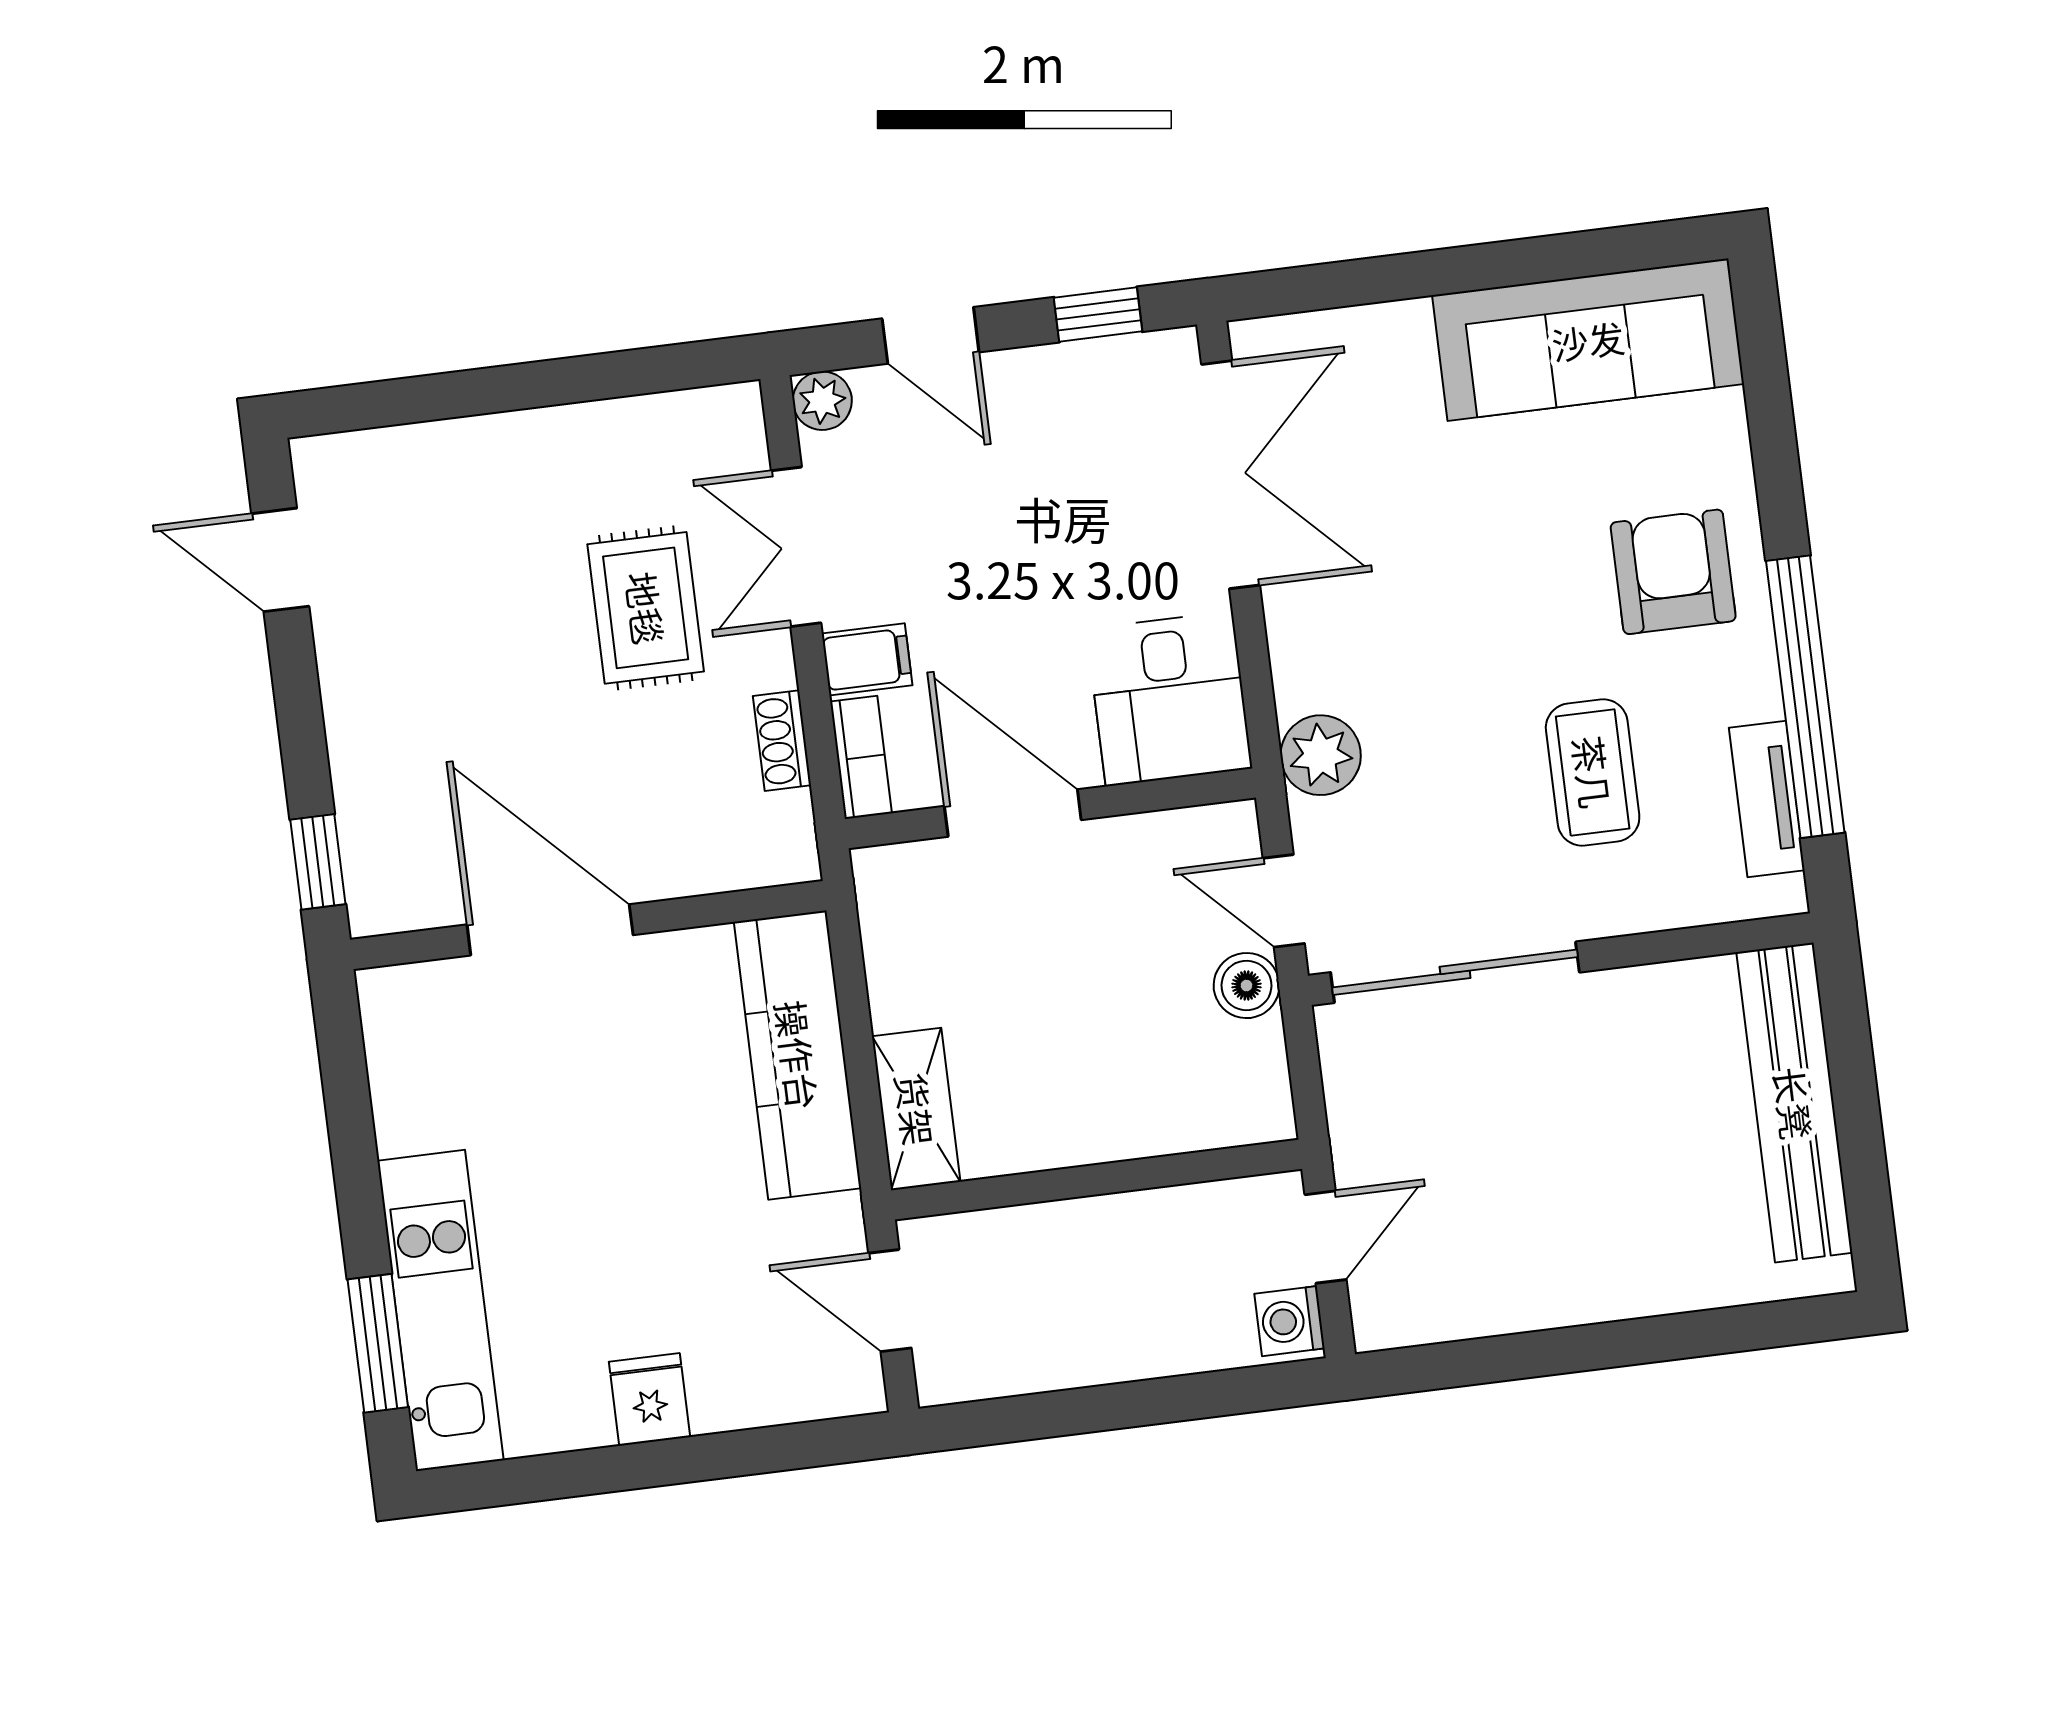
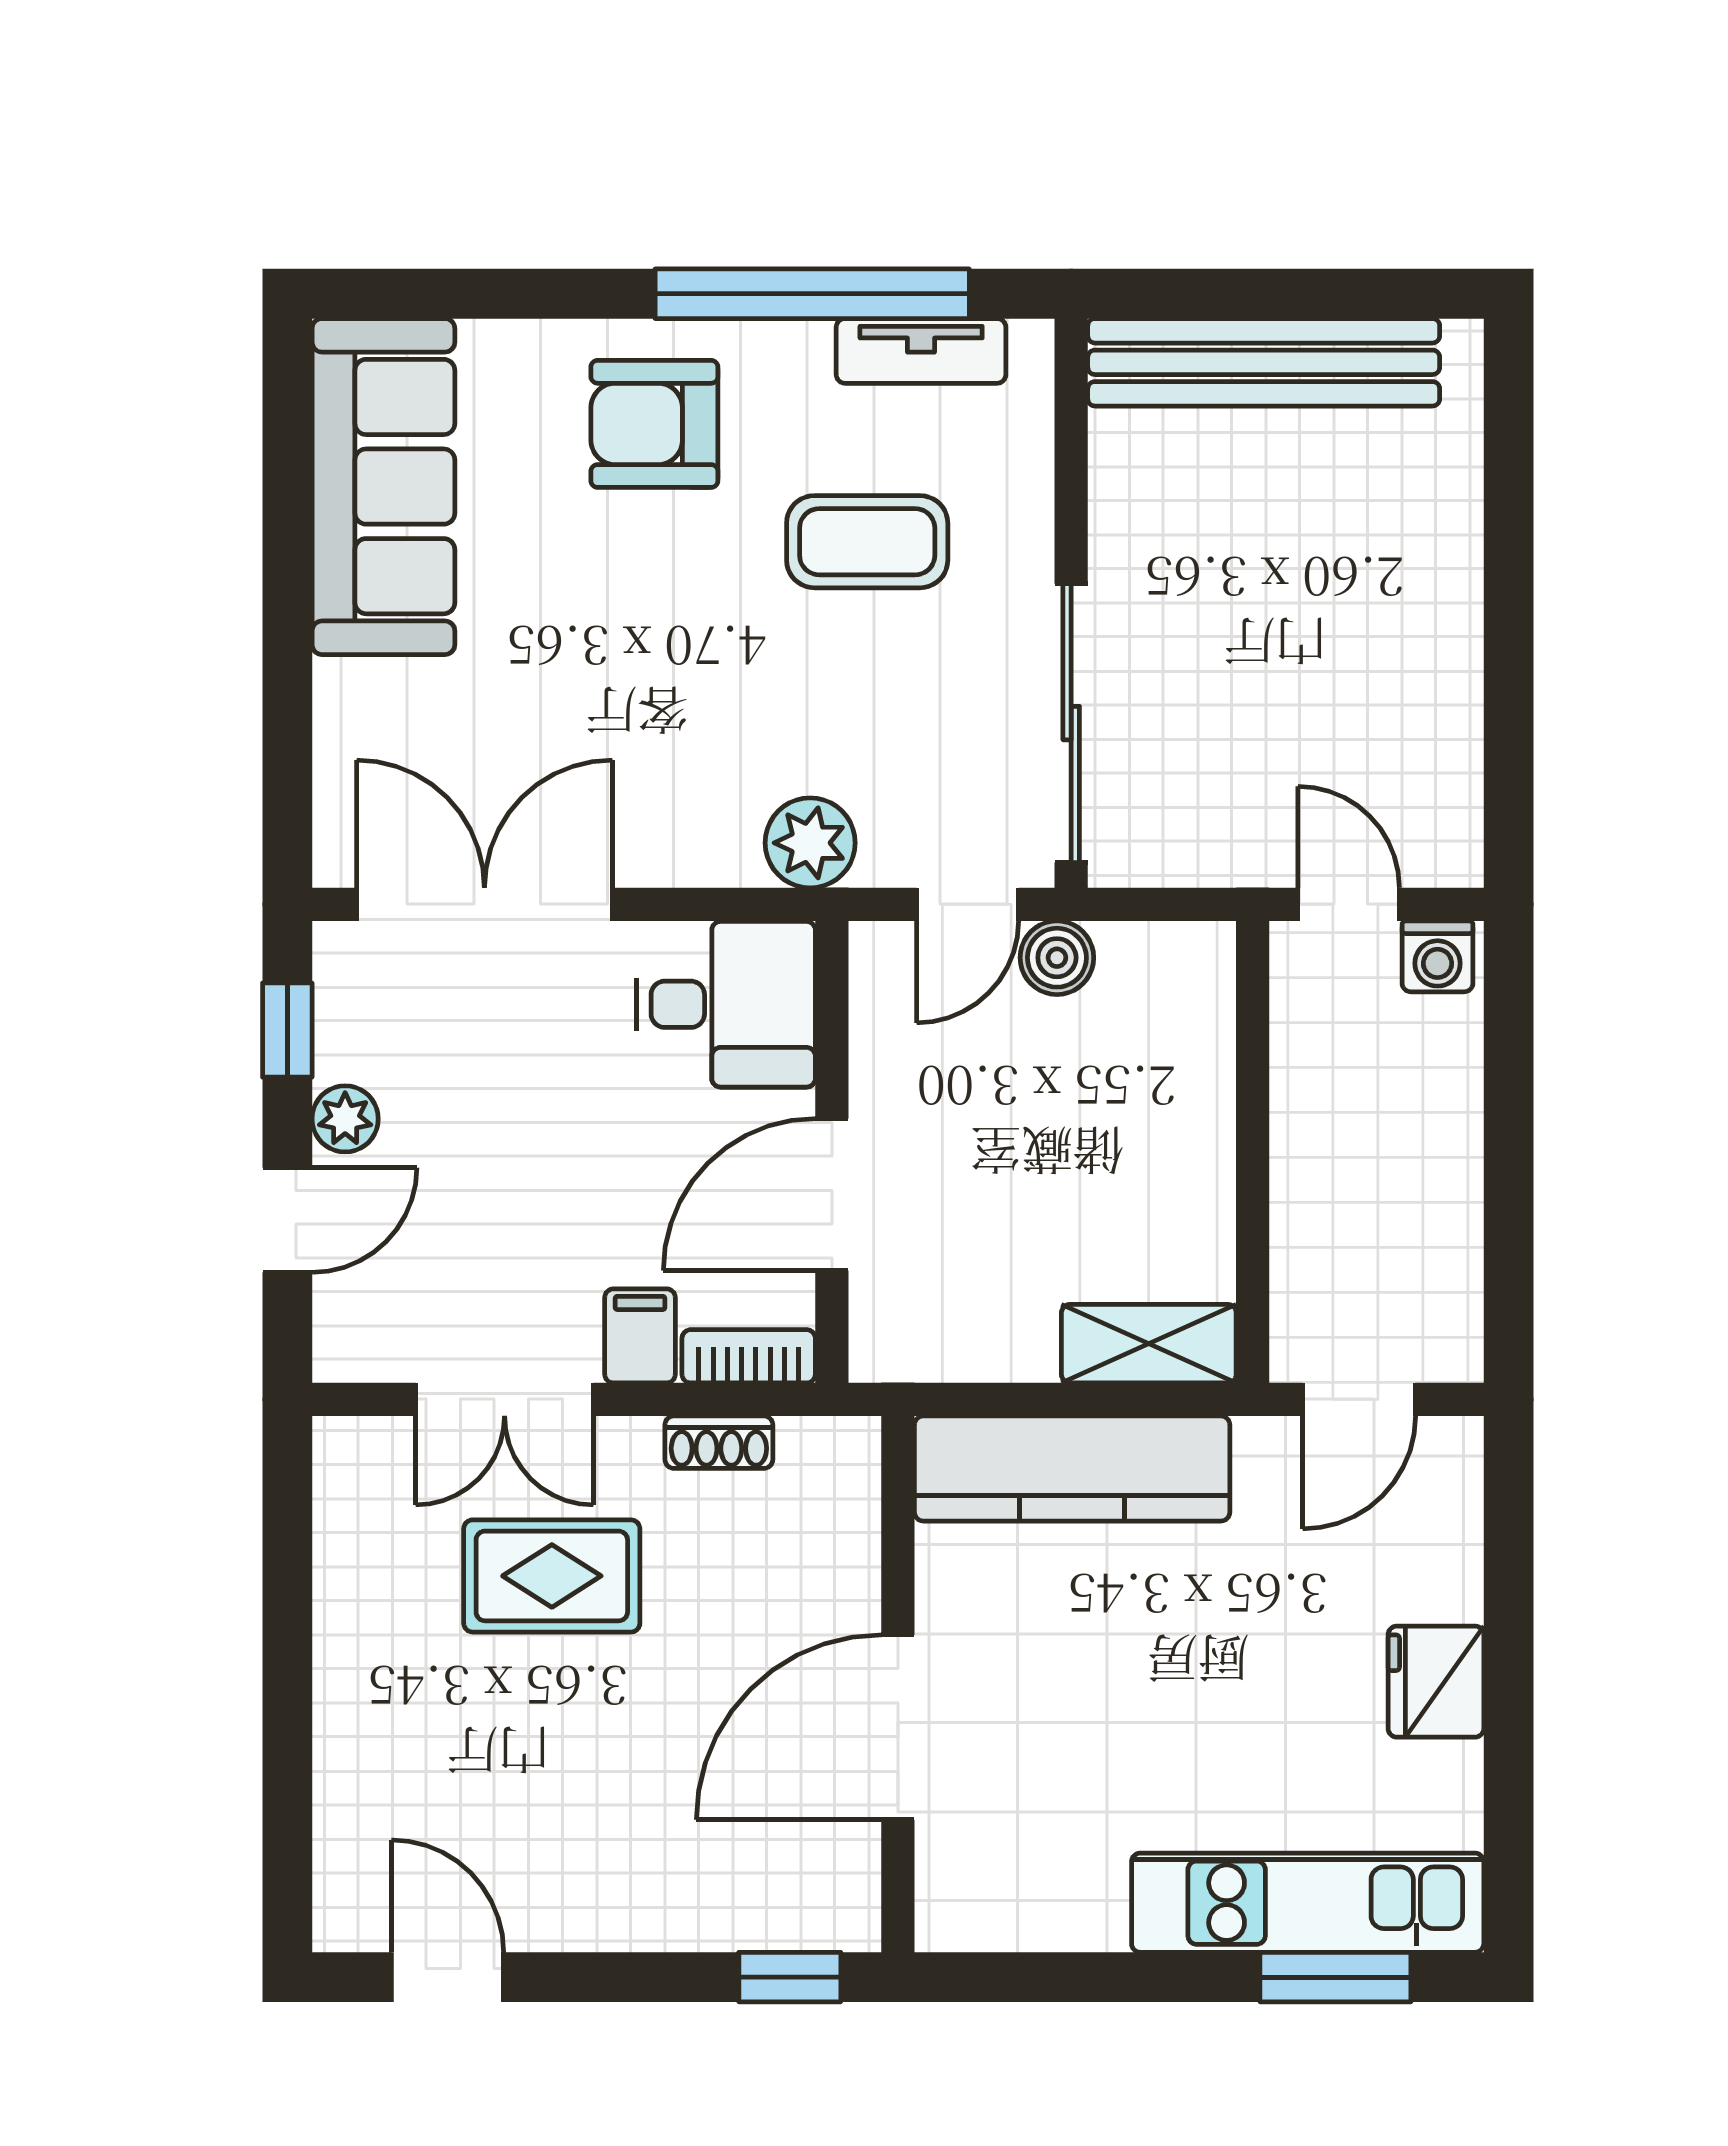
plant: (822, 401) -> (345, 1119), moved
door: (280, 560) -> (448, 1977), swing flipped
fridge: (650, 1399) -> (1436, 1682), width x1.38

